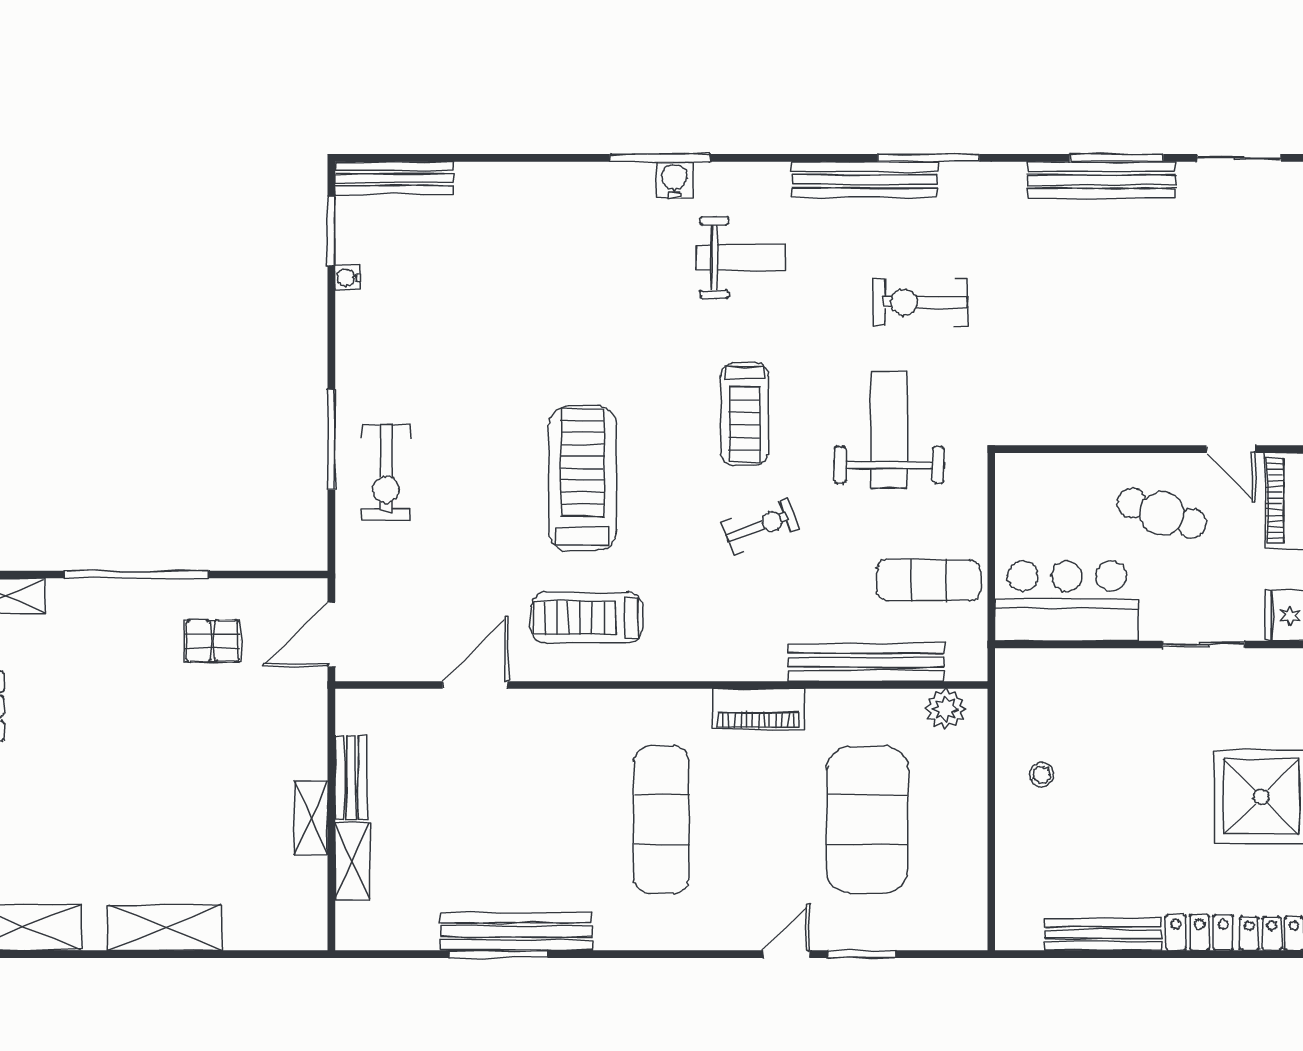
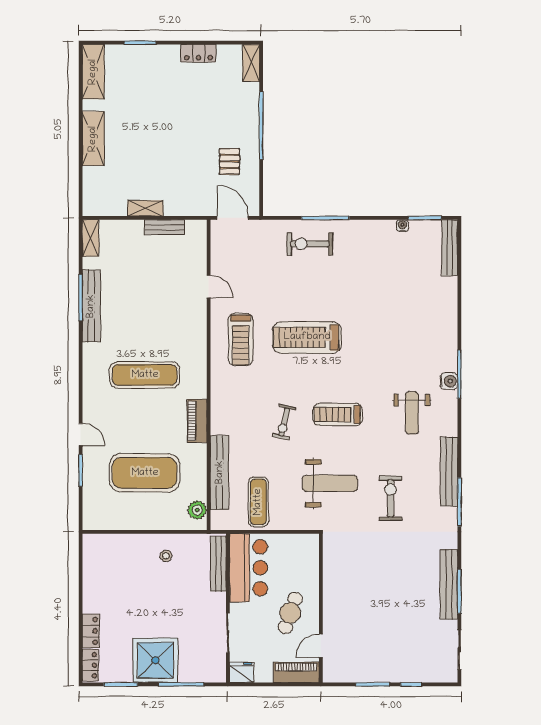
treadmill: (583, 478) -> (307, 337), turned 180
exercise bike: (760, 526) -> (284, 422), turned 34
treadmill: (587, 618) -> (241, 339), turned 180
door: (475, 685) -> (209, 286), width x0.73
shelving: (352, 861) -> (91, 238), moved, turned 90
bench: (1103, 934) -> (218, 564), moved

